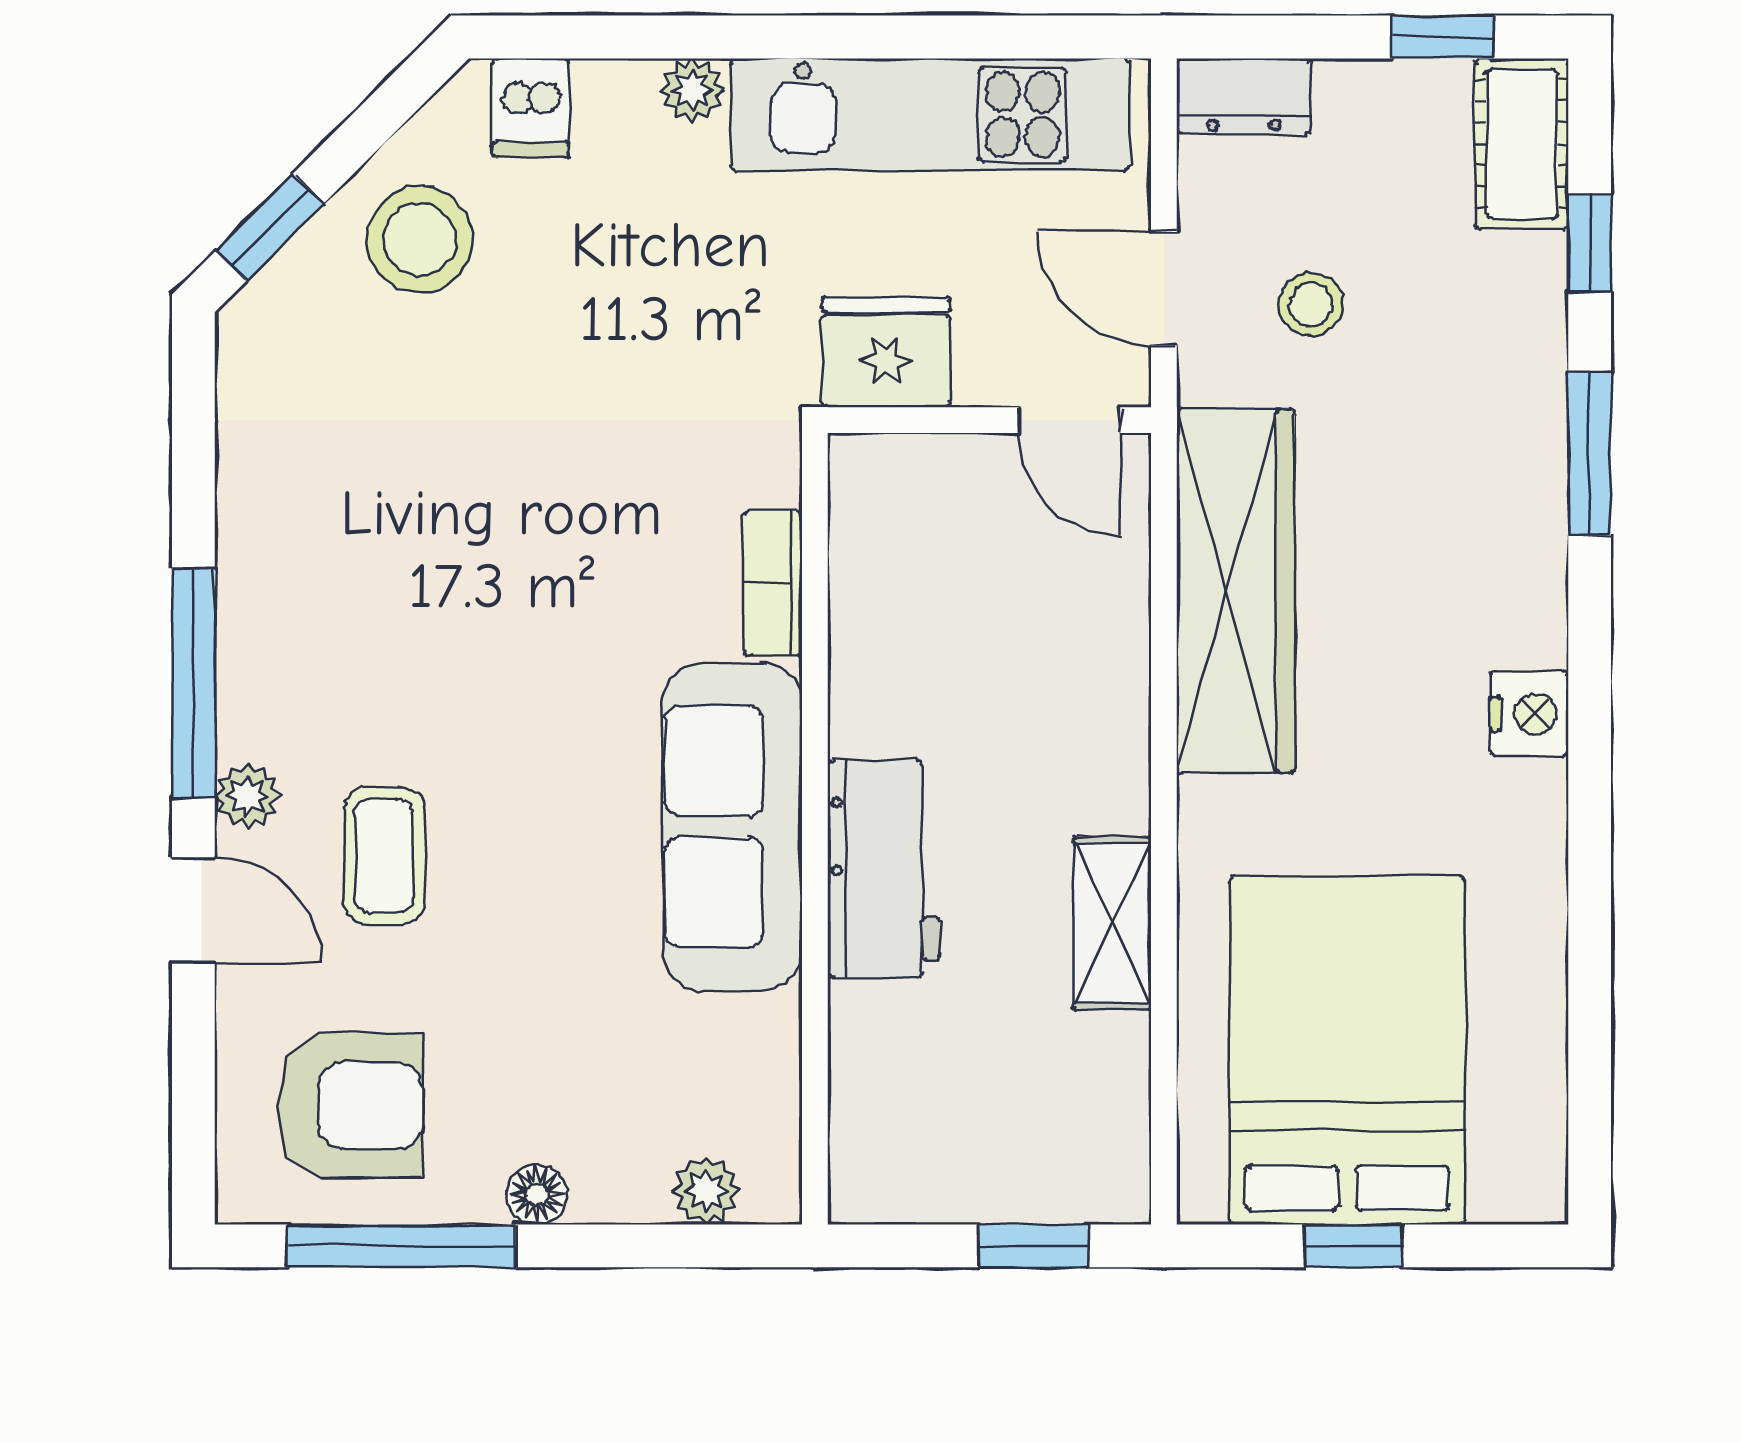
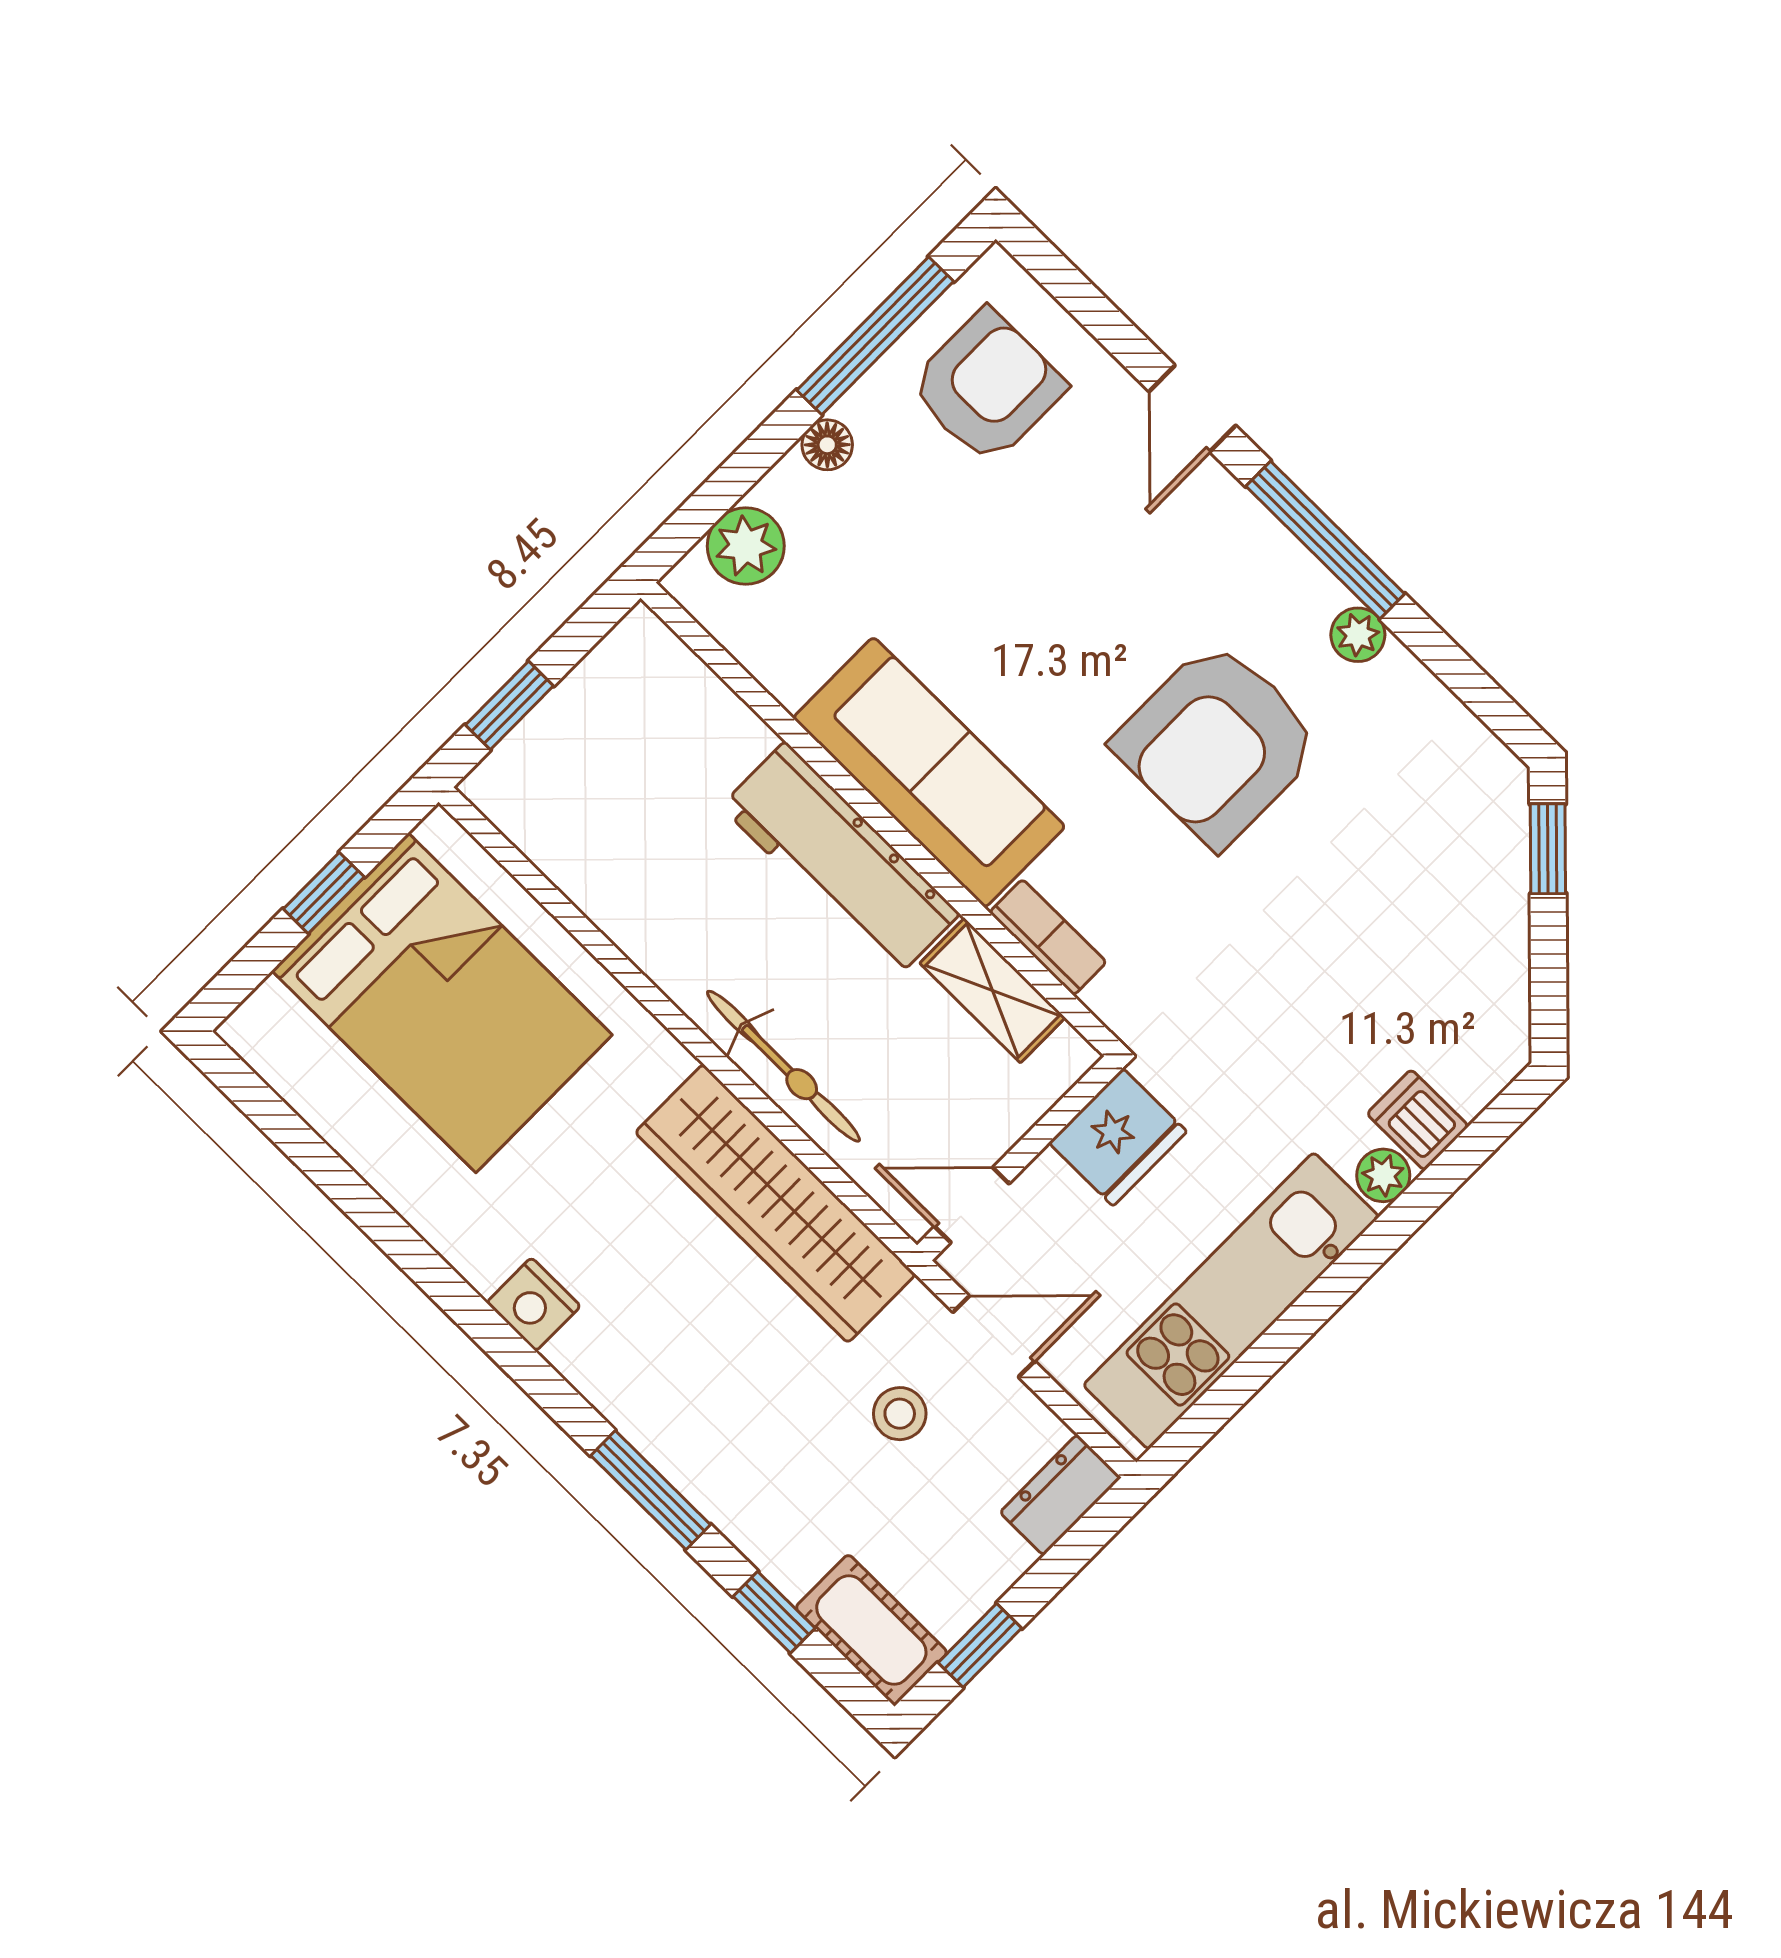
dishwasher: (530, 108) -> (1418, 1120), moved
stool: (420, 239) -> (1454, 930), removed
armchair: (461, 602) -> (1218, 743), added
bicycle: (1110, 701) -> (784, 1066), added
plant: (247, 796) -> (1358, 635), moved
coffee table: (384, 856) -> (1114, 552), removed
workbench: (884, 869) -> (840, 860), width x1.38
door: (193, 910) -> (1192, 408), hinge flipped
shelving: (1112, 923) -> (992, 990), moved
armchair: (350, 1106) -> (987, 387), turned 180
plant: (706, 1191) -> (746, 546), width x1.38, depth x1.38

